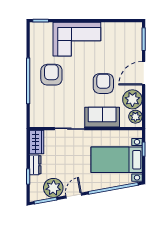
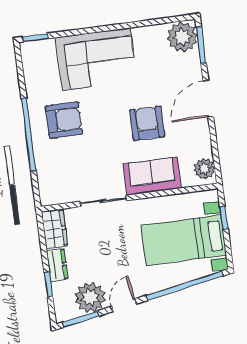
armchair: (51, 75) -> (64, 120), turned 90
plant: (132, 99) -> (182, 37), moved

